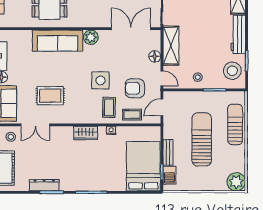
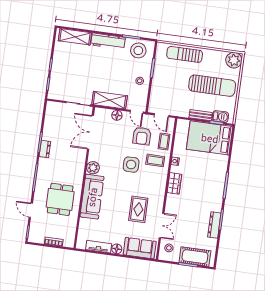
door: (162, 78) -> (137, 112), swing flipped
sun lounger: (202, 139) -> (212, 86), moved, turned 180

